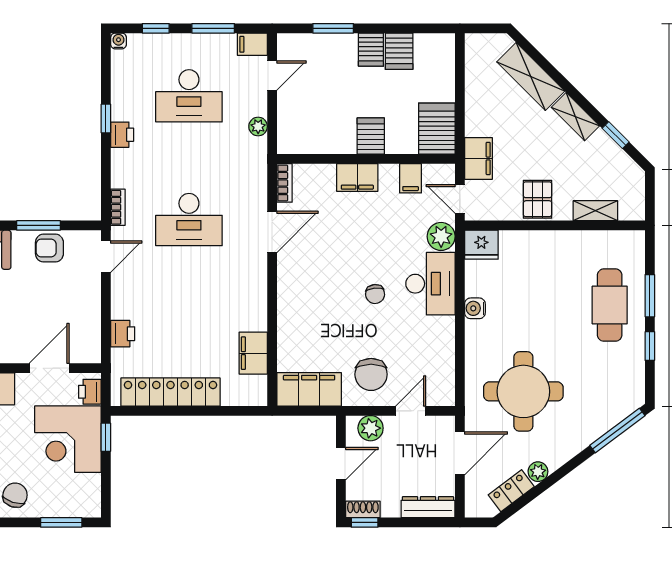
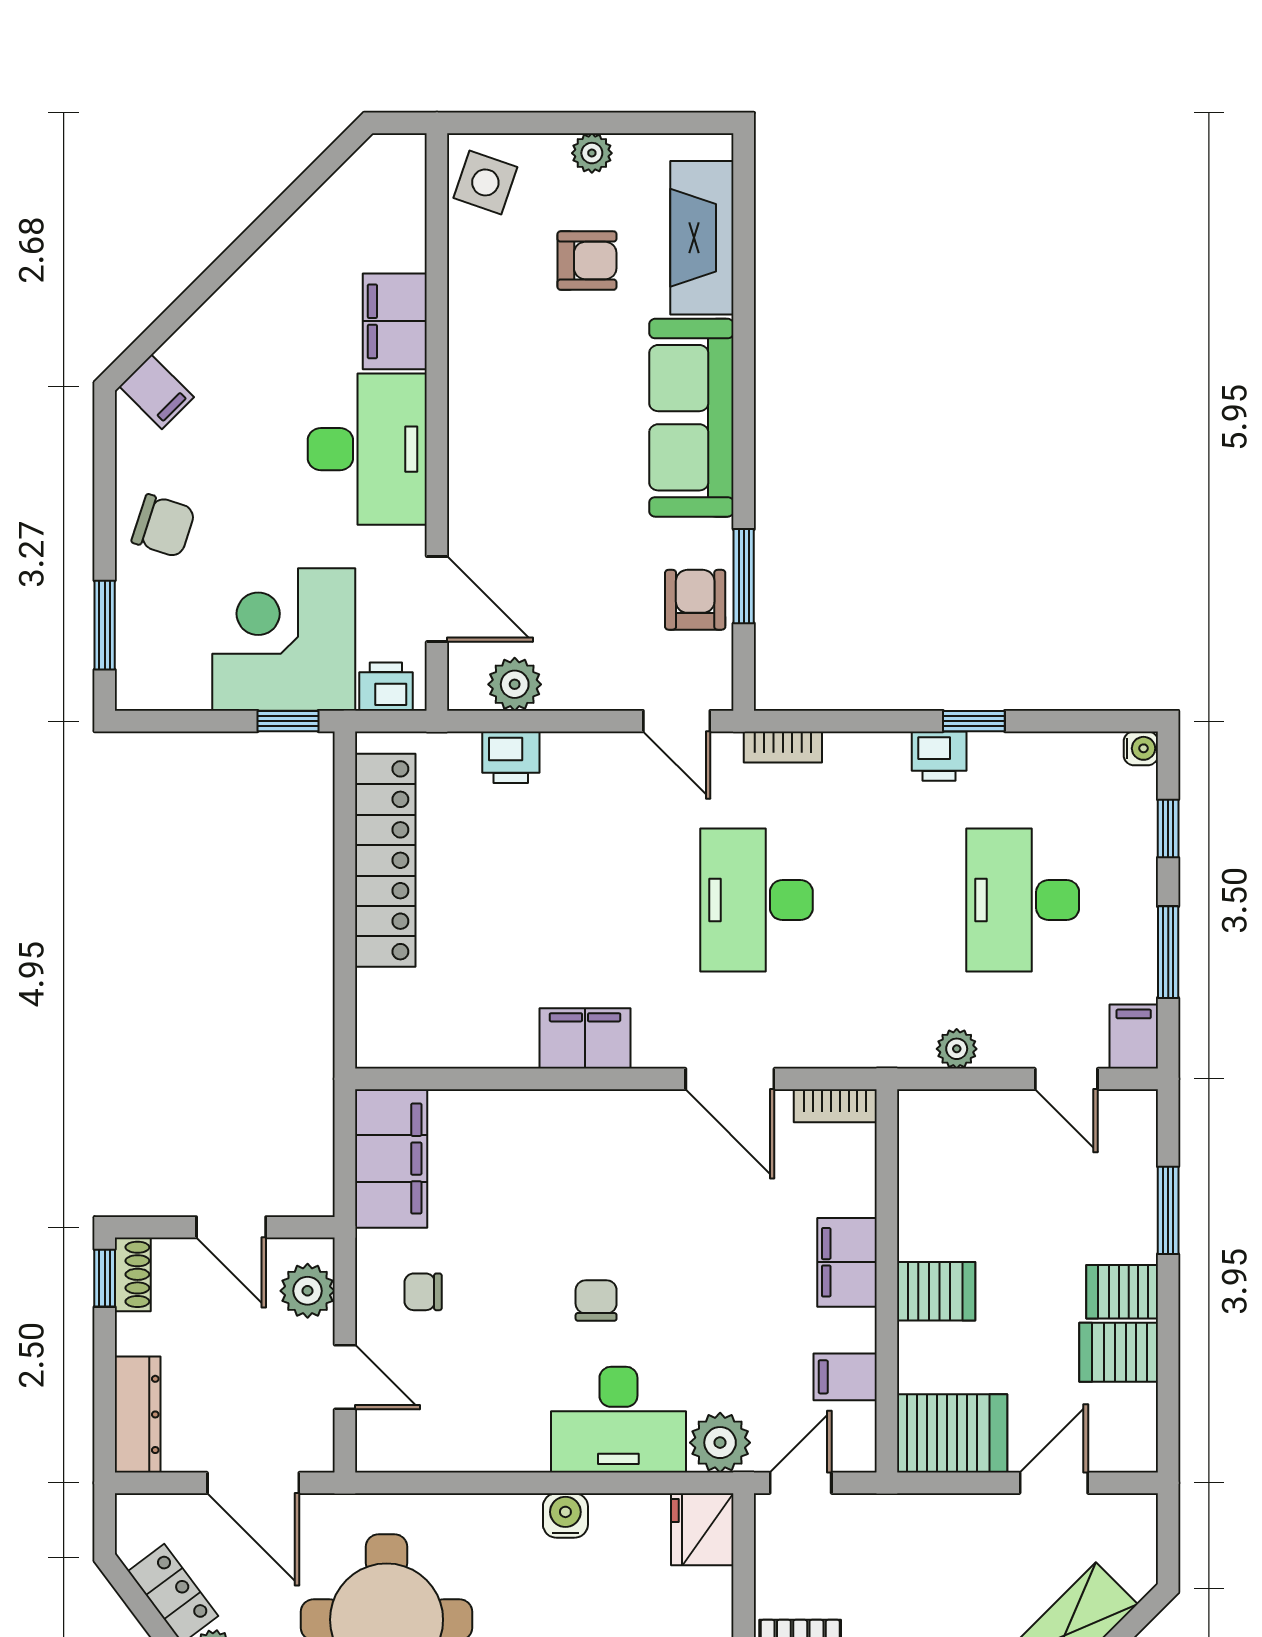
door: (460, 81) -> (1054, 1483), added
filing cabinet: (478, 158) -> (888, 1523), removed
chair: (375, 294) -> (596, 1301), turned 96
plant: (89, 332) -> (515, 684), added
filing cabinet: (253, 353) -> (585, 1038), moved
chair: (371, 374) -> (423, 1292), width x0.54, depth x0.54

